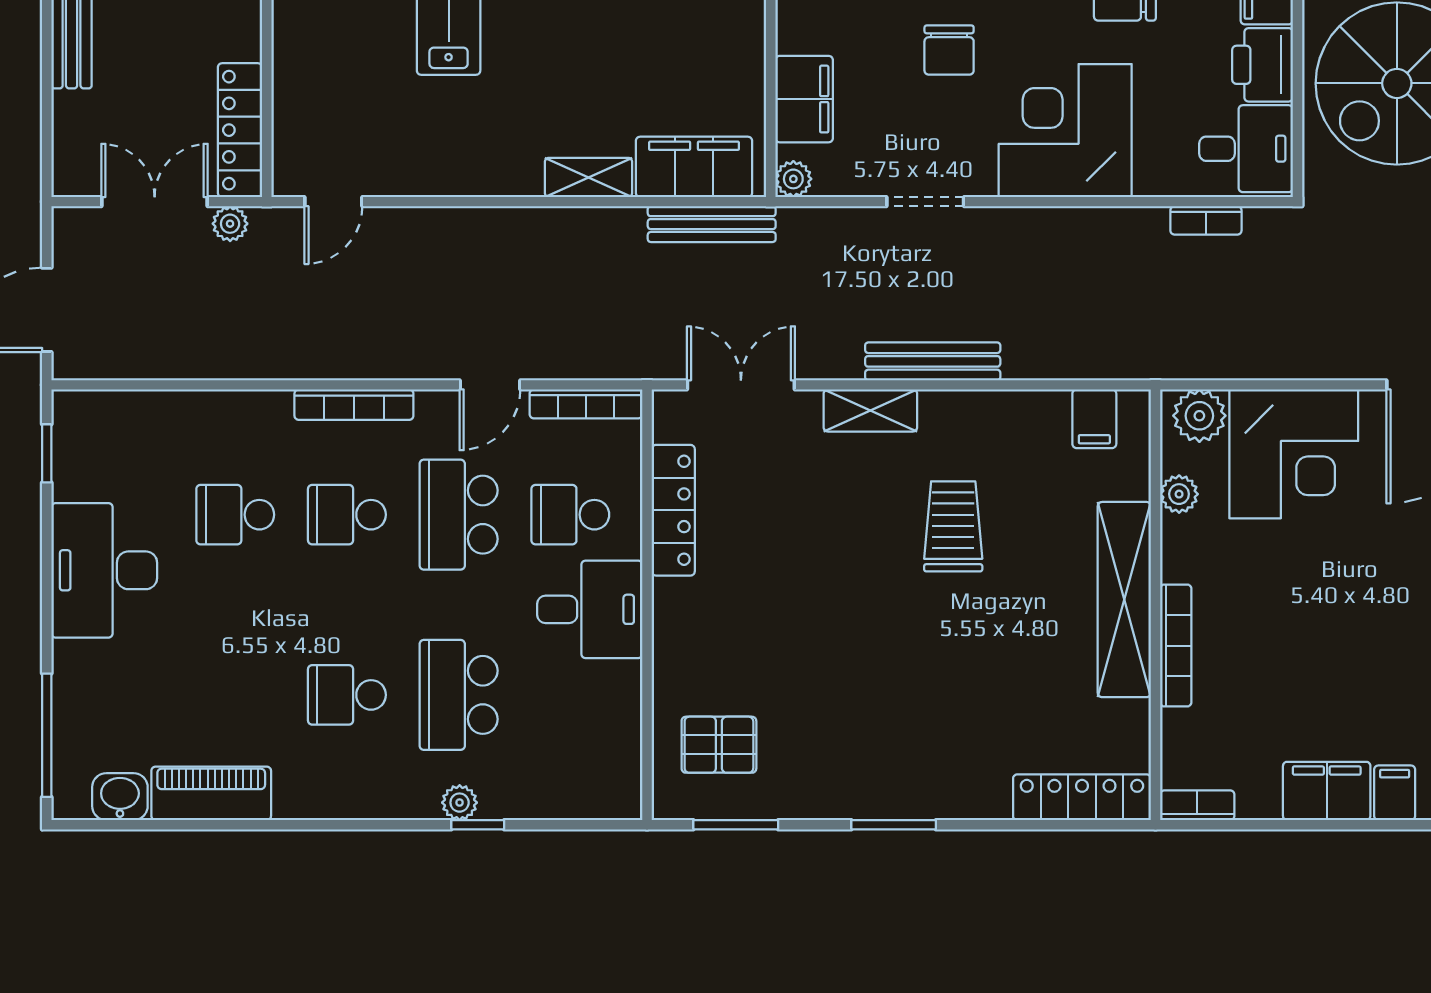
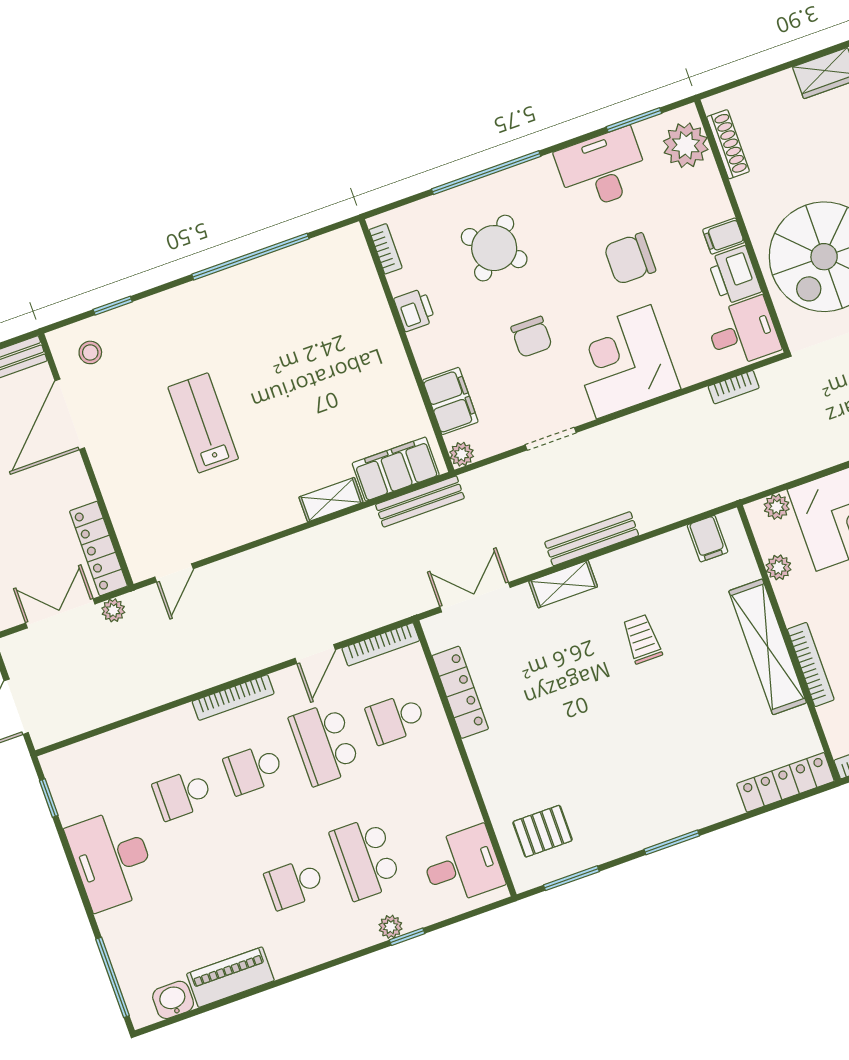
plant: (1199, 416) -> (777, 507), width x0.73, depth x0.73
trolley: (953, 526) -> (642, 639), width x0.73, depth x0.72
desk: (590, 609) -> (462, 865), moved

